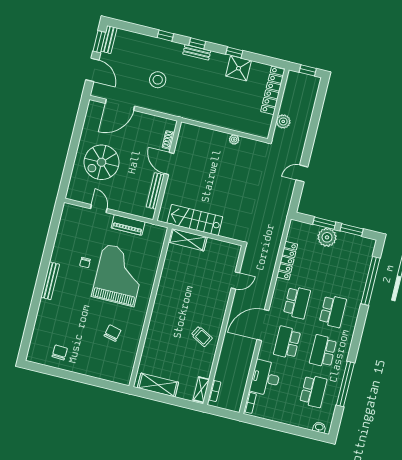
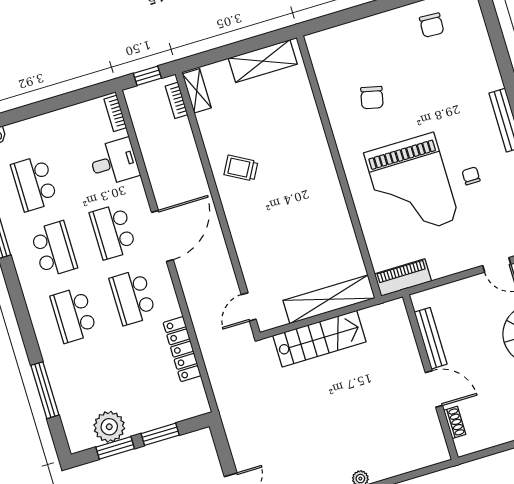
stairs: (195, 220) -> (319, 339), moved
piano: (128, 225) -> (403, 278), moved
plant: (327, 237) -> (109, 427), moved
shelving: (188, 240) -> (329, 299), width x1.47
door: (235, 280) -> (249, 307), moved
window: (371, 281) -> (45, 390), width x0.68
school desk: (287, 342) -> (113, 231), turned 180
desk: (265, 378) -> (114, 162), width x0.73
window: (222, 412) -> (147, 76), added

